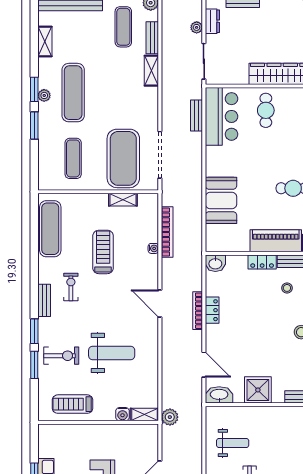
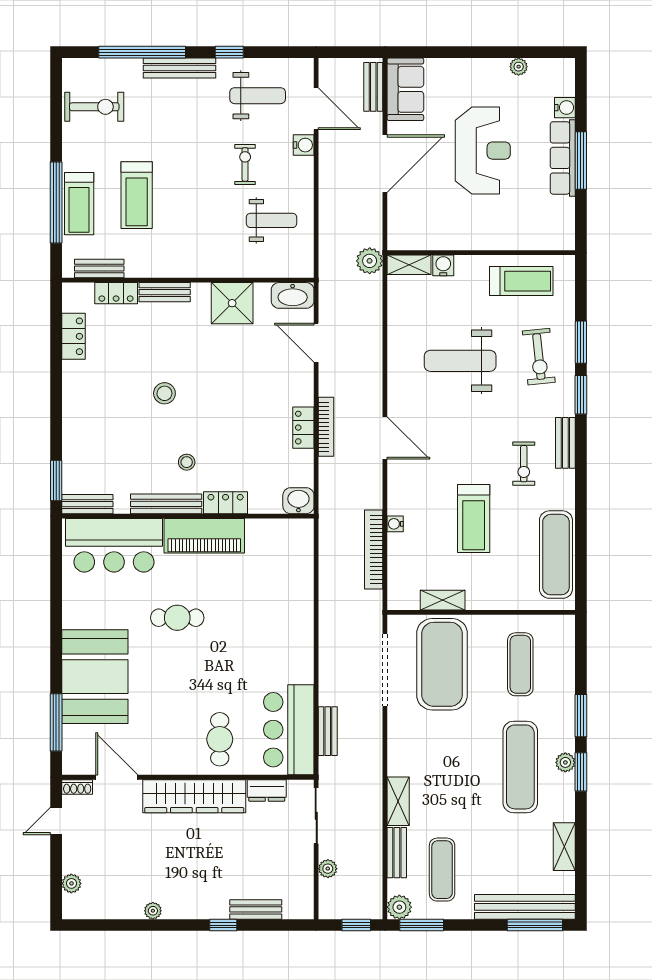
dresser: (212, 21) -> (267, 790), moved, turned -90
booth: (221, 200) -> (290, 599), removed
exercise bike: (61, 356) -> (539, 357), turned -96
weight bench: (233, 443) -> (271, 220), turned 180

